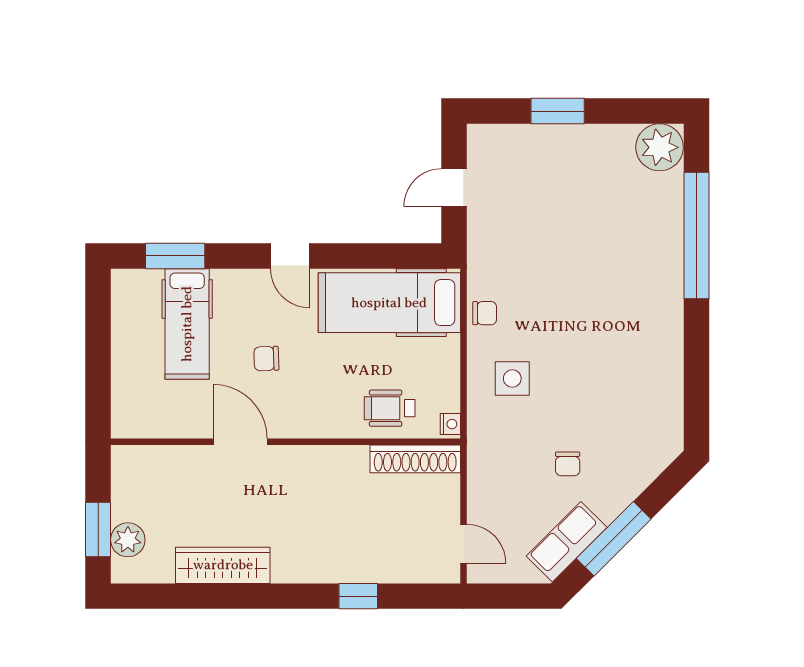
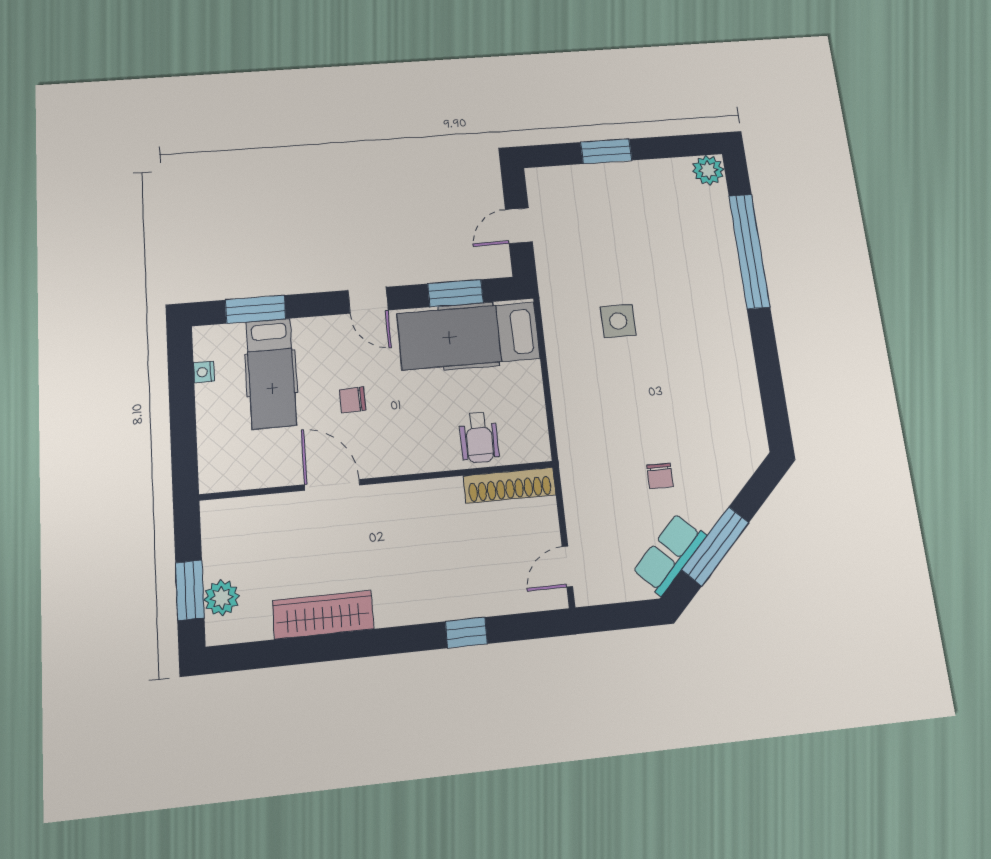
plant: (660, 147) -> (708, 170), width x0.73, depth x0.73
window: (380, 256) -> (455, 293), added
chair: (485, 313) -> (561, 338), removed
side table: (512, 379) -> (618, 321), moved
wheelchair: (390, 408) -> (479, 437), turned -90
nightstand: (450, 424) -> (204, 372), moved, turned 180
door: (463, 544) -> (567, 567), swing flipped

